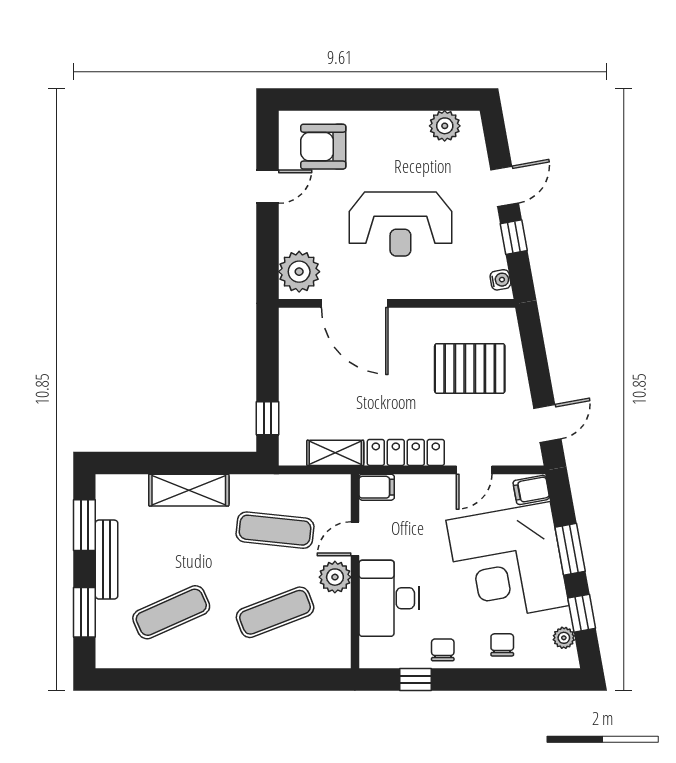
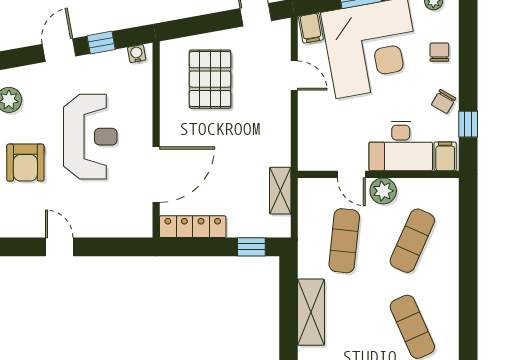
armchair: (323, 147) -> (25, 163), moved
door: (505, 186) -> (59, 50), hinge flipped
plant: (299, 272) -> (130, 221), removed
locker: (406, 452) -> (193, 227), moved, turned 90
filing cabinet: (377, 487) -> (445, 156), moved
exercise mat: (275, 612) -> (412, 241), turned 45
chair: (502, 645) -> (439, 52), turned 90
chair: (443, 650) -> (444, 102), turned -60

